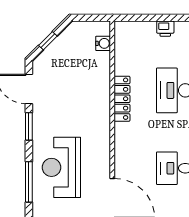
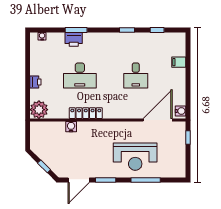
plant: (127, 34) -> (39, 110), added
water cooler: (103, 43) -> (71, 127), moved

